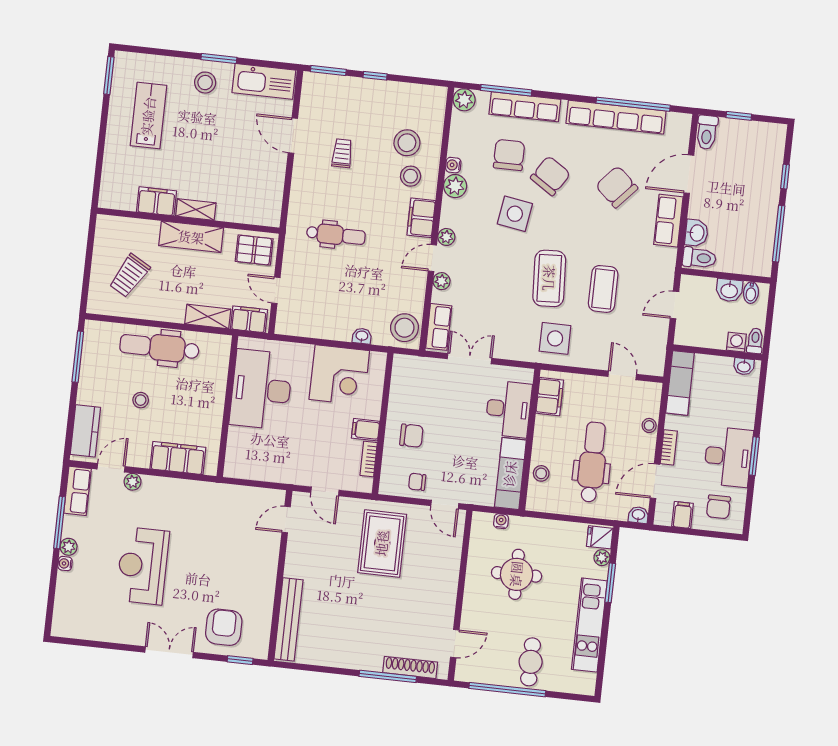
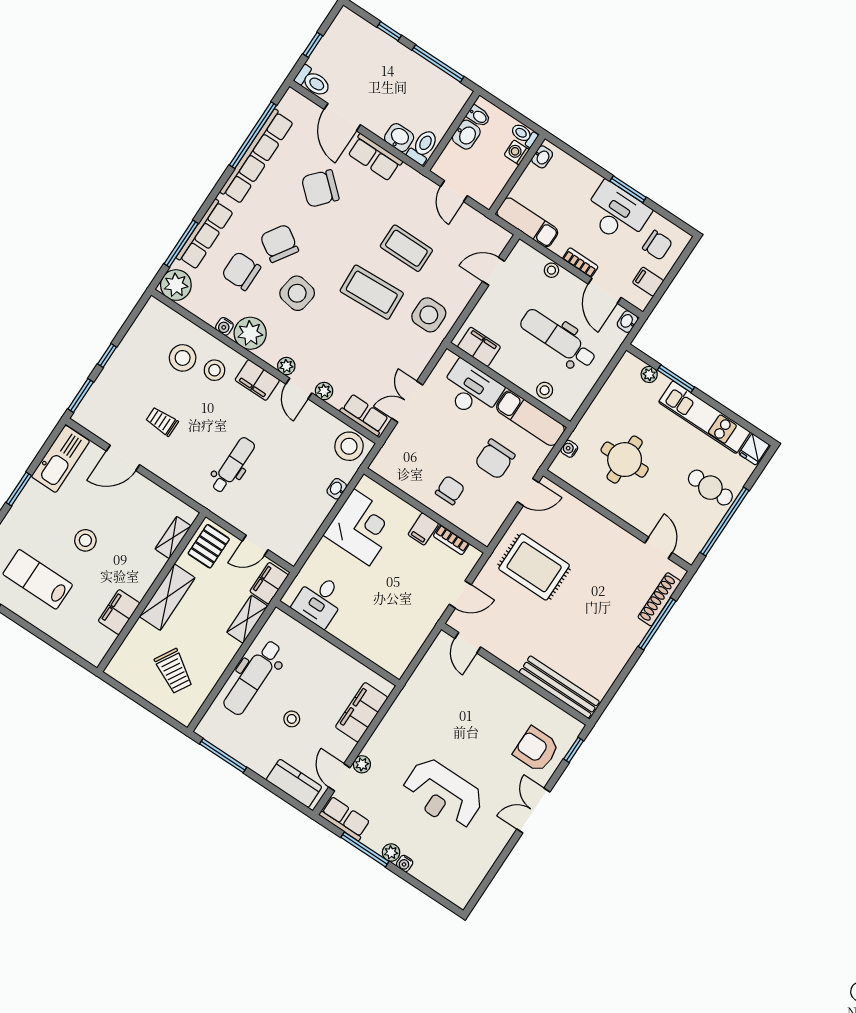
stool: (205, 83) -> (85, 540), moved
plant: (464, 100) -> (176, 285), width x1.36, depth x1.36
plant: (455, 186) -> (250, 333), width x1.36, depth x1.36
shelving: (196, 210) -> (173, 538), moved
desk: (261, 389) -> (319, 600), width x0.53, depth x0.77
chair: (417, 482) -> (495, 459), moved, width x1.87, depth x1.87
fridge: (600, 537) -> (754, 449), moved

